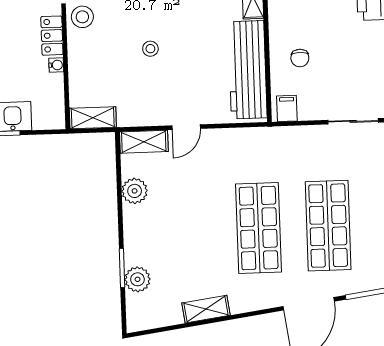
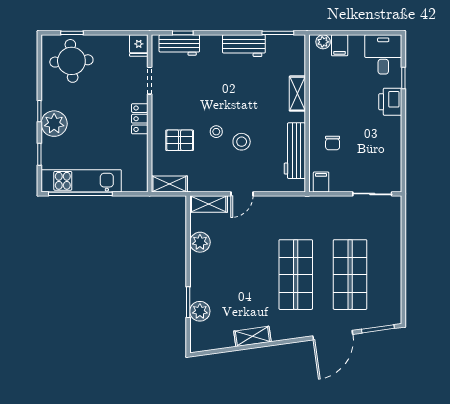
stool: (82, 17) -> (242, 142), moved
pallet: (104, 61) -> (180, 140), added
water cooler: (56, 65) -> (142, 142), removed
workbench: (248, 70) -> (295, 151), width x0.73, depth x0.76

